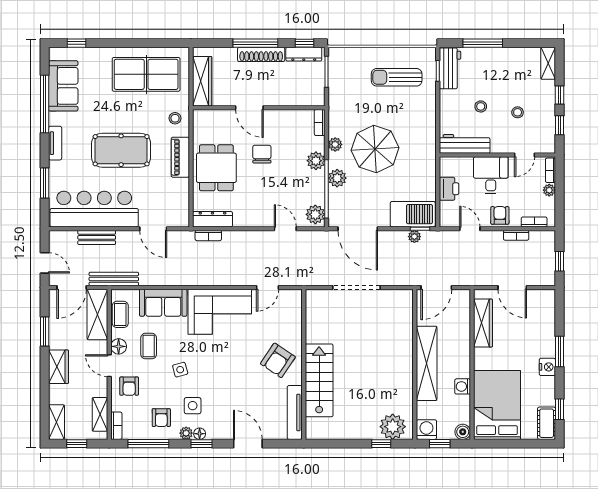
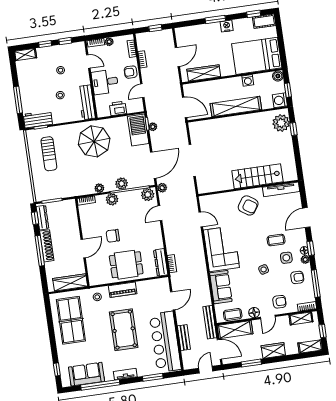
parasol: (375, 149) -> (94, 141), moved
plant: (322, 237) -> (162, 188), added
coffee table: (149, 346) -> (276, 240), moved

